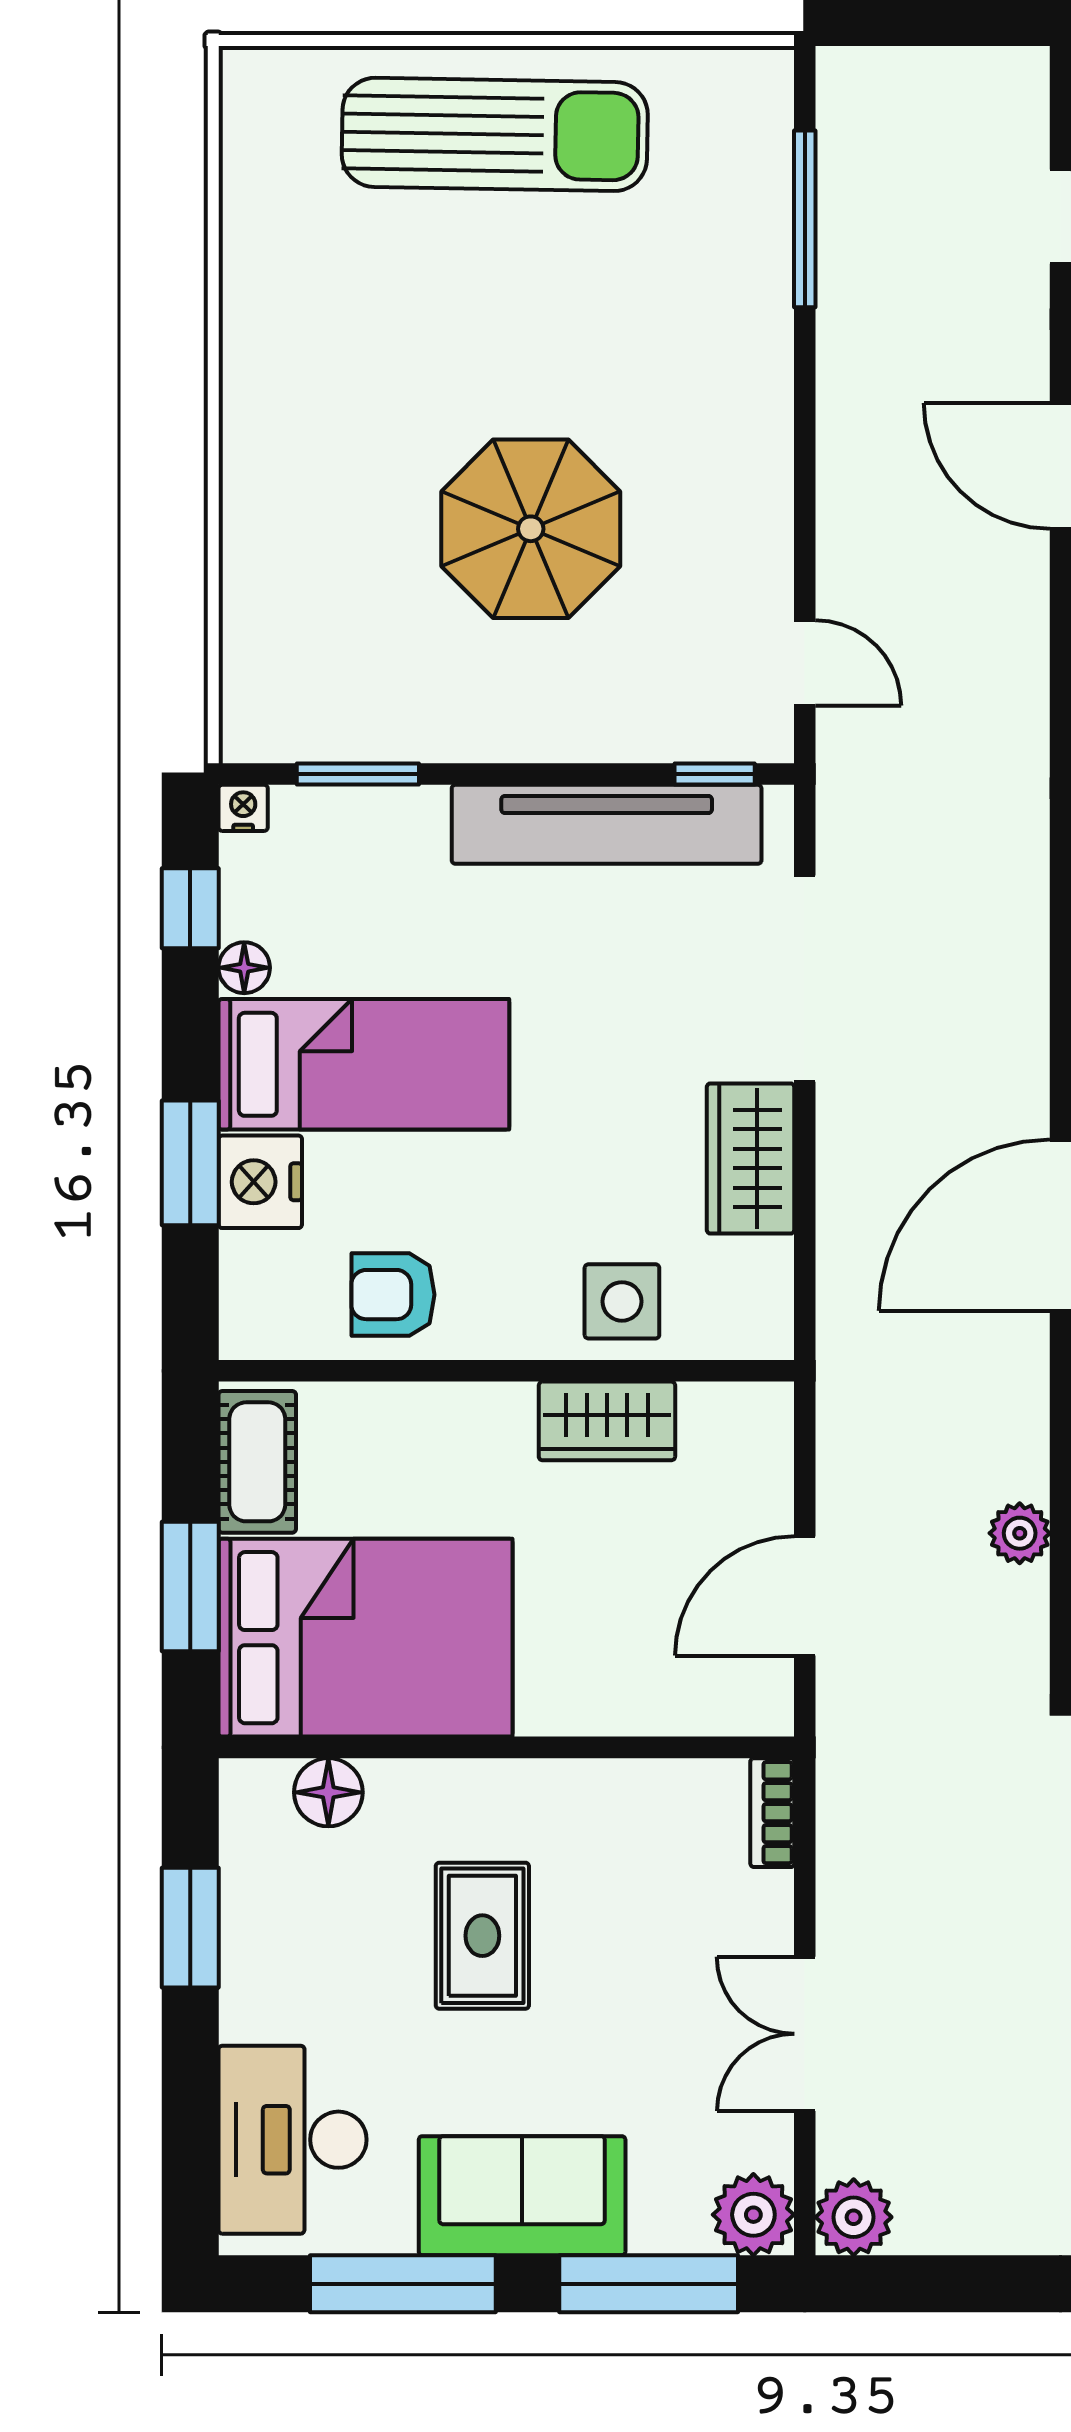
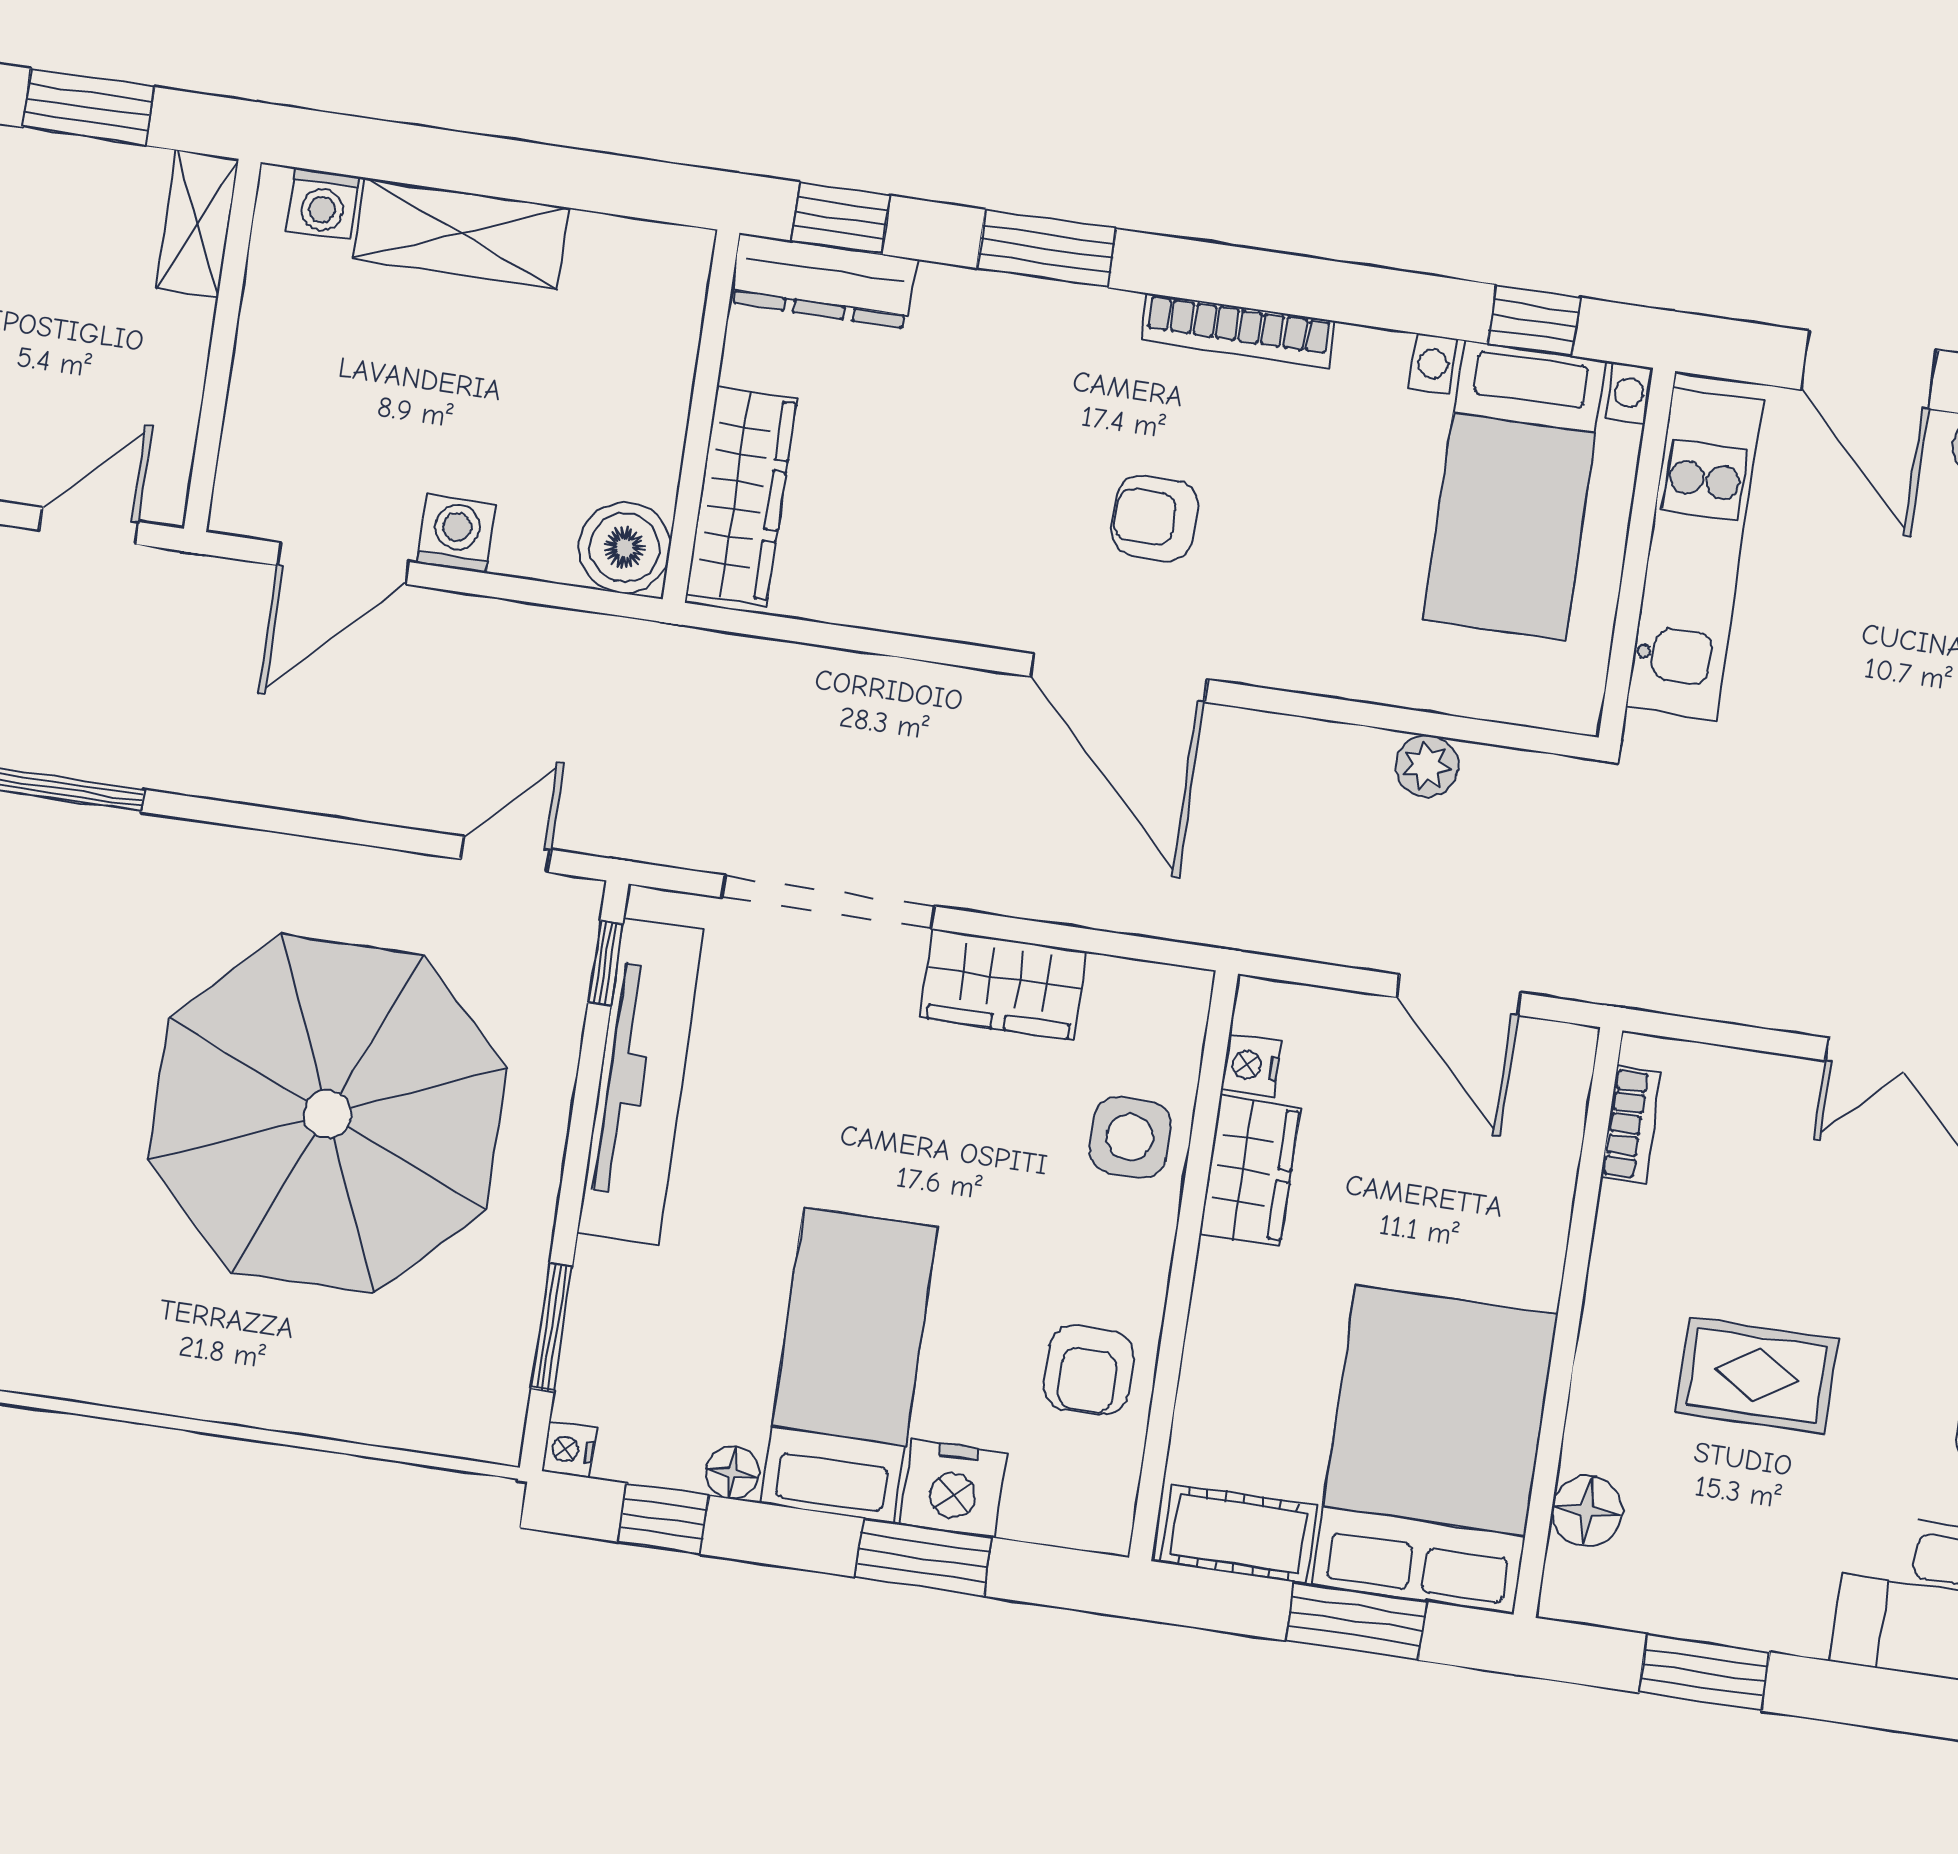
parasol: (531, 529) -> (327, 1114), width x1.86, depth x1.86
nightstand: (708, 1407) -> (1251, 1065), added
bookcase: (772, 1813) -> (1631, 1125), moved, turned -90

